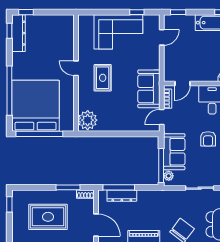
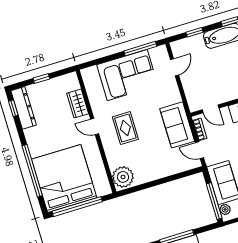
window: (26, 12) -> (41, 78), moved
window: (137, 12) -> (140, 49), width x2.17
window: (178, 12) -> (195, 32), moved
wardrobe: (67, 44) -> (78, 104), added
door: (183, 84) -> (211, 109), hinge flipped
door: (162, 117) -> (199, 150), hinge flipped

